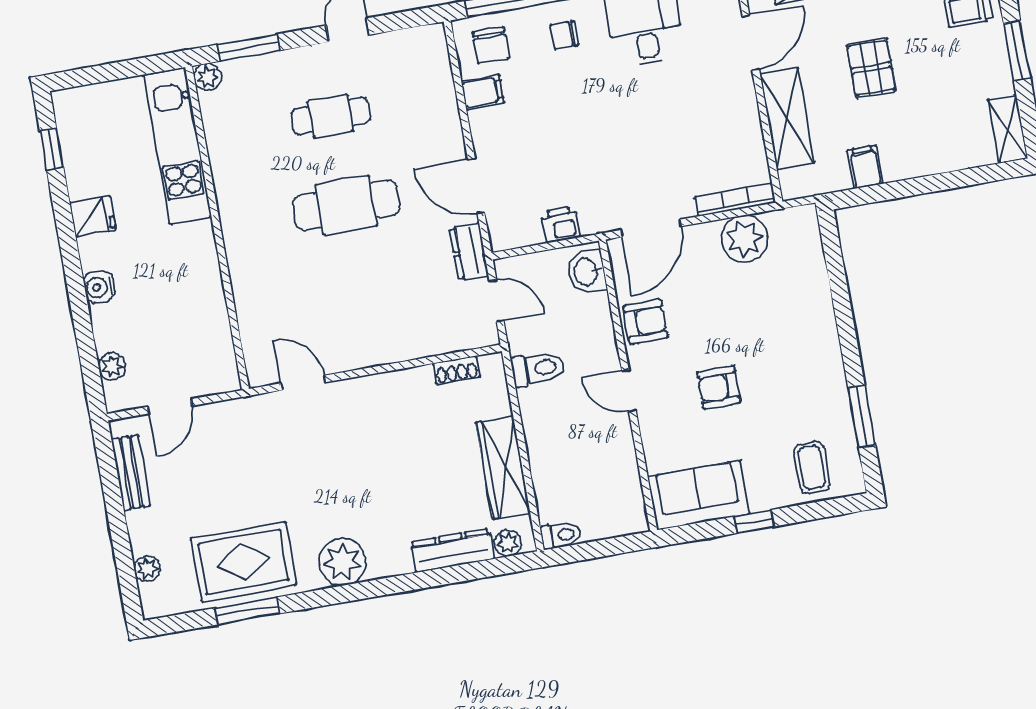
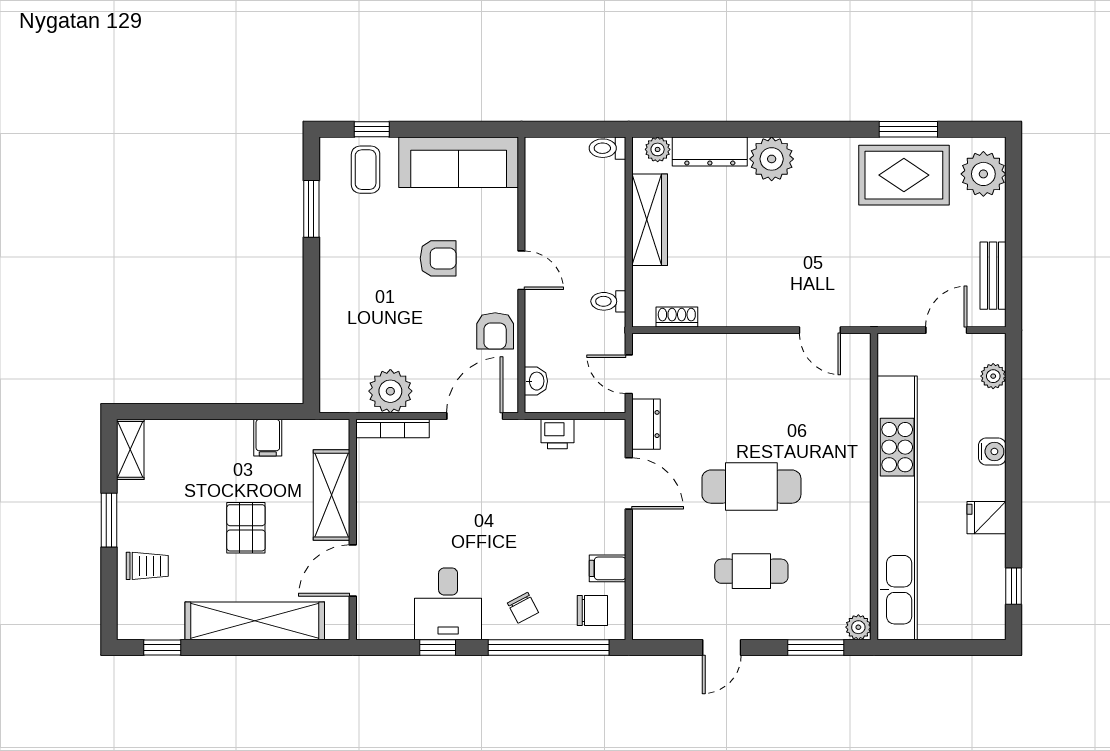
chair: (565, 35) -> (523, 608), turned 62
chair: (491, 45) -> (592, 611), turned 90
kitchen unit: (177, 146) -> (897, 508), width x1.86
washbasin: (587, 272) -> (536, 381), width x0.72, depth x0.69
armchair: (645, 322) -> (495, 331), turned -90
toilet: (538, 368) -> (608, 301), width x0.73, depth x0.72
sofa: (698, 495) -> (459, 162), width x1.36
window: (754, 521) -> (372, 129), moved
plant: (343, 562) -> (772, 159), moved
plant: (147, 569) -> (983, 174), width x1.88, depth x1.88

